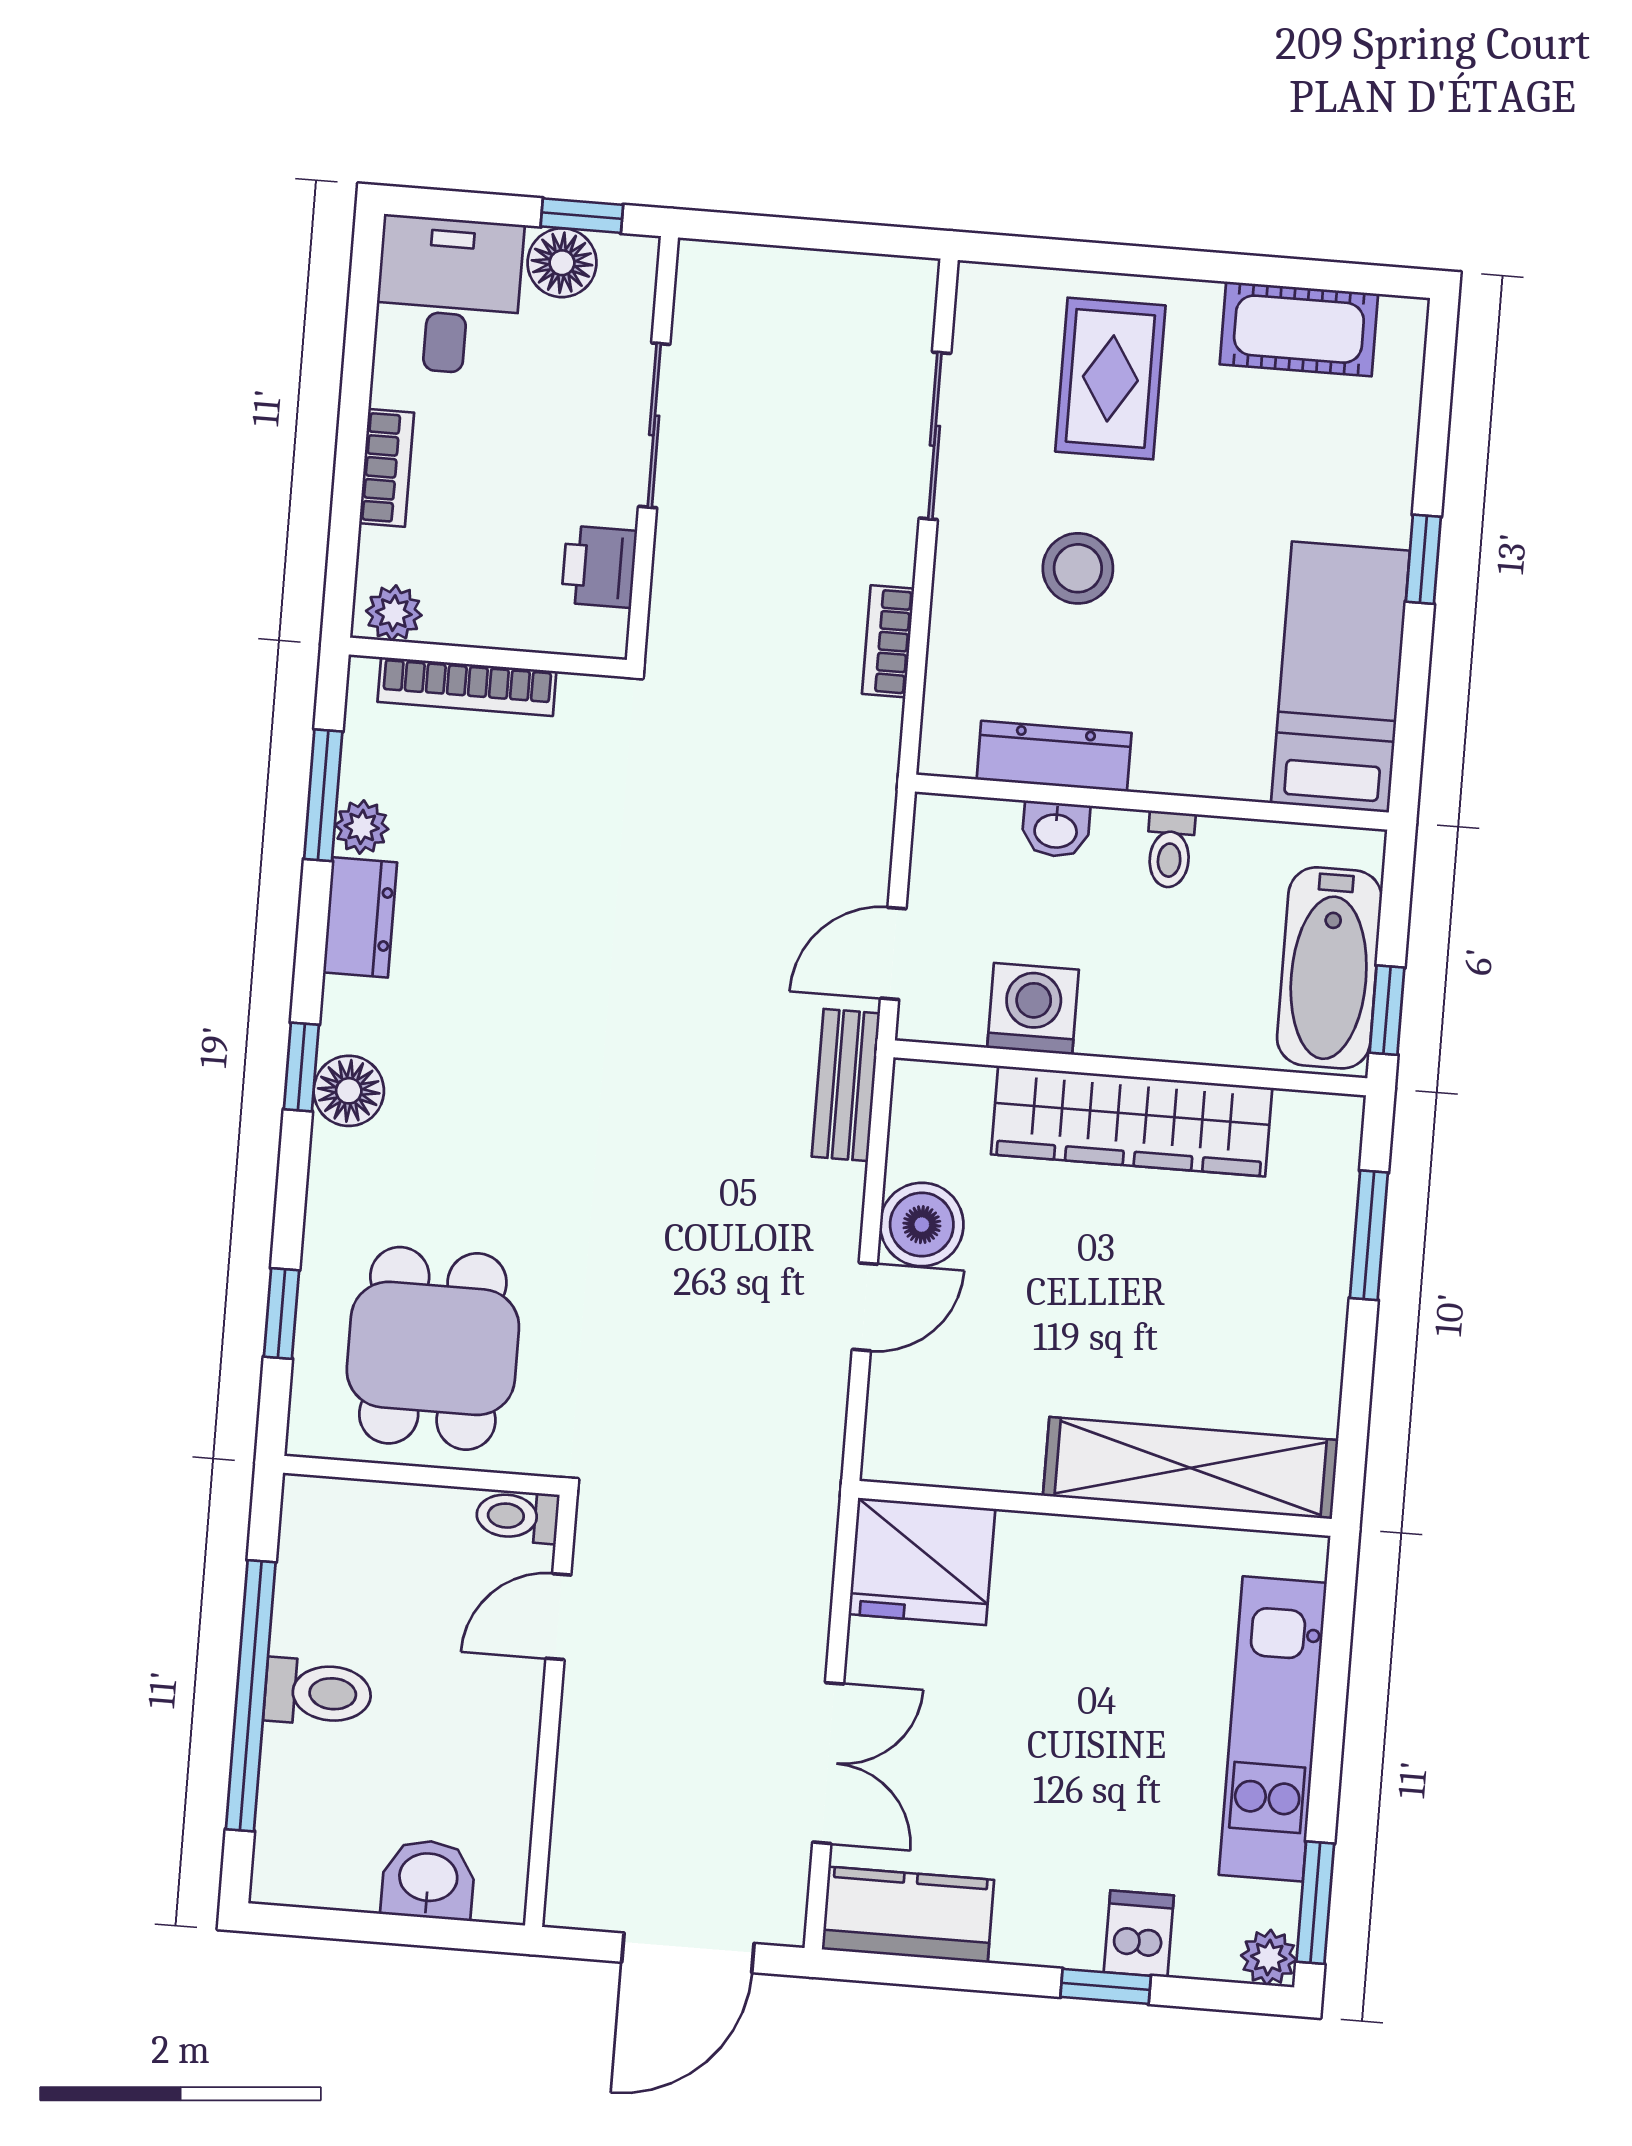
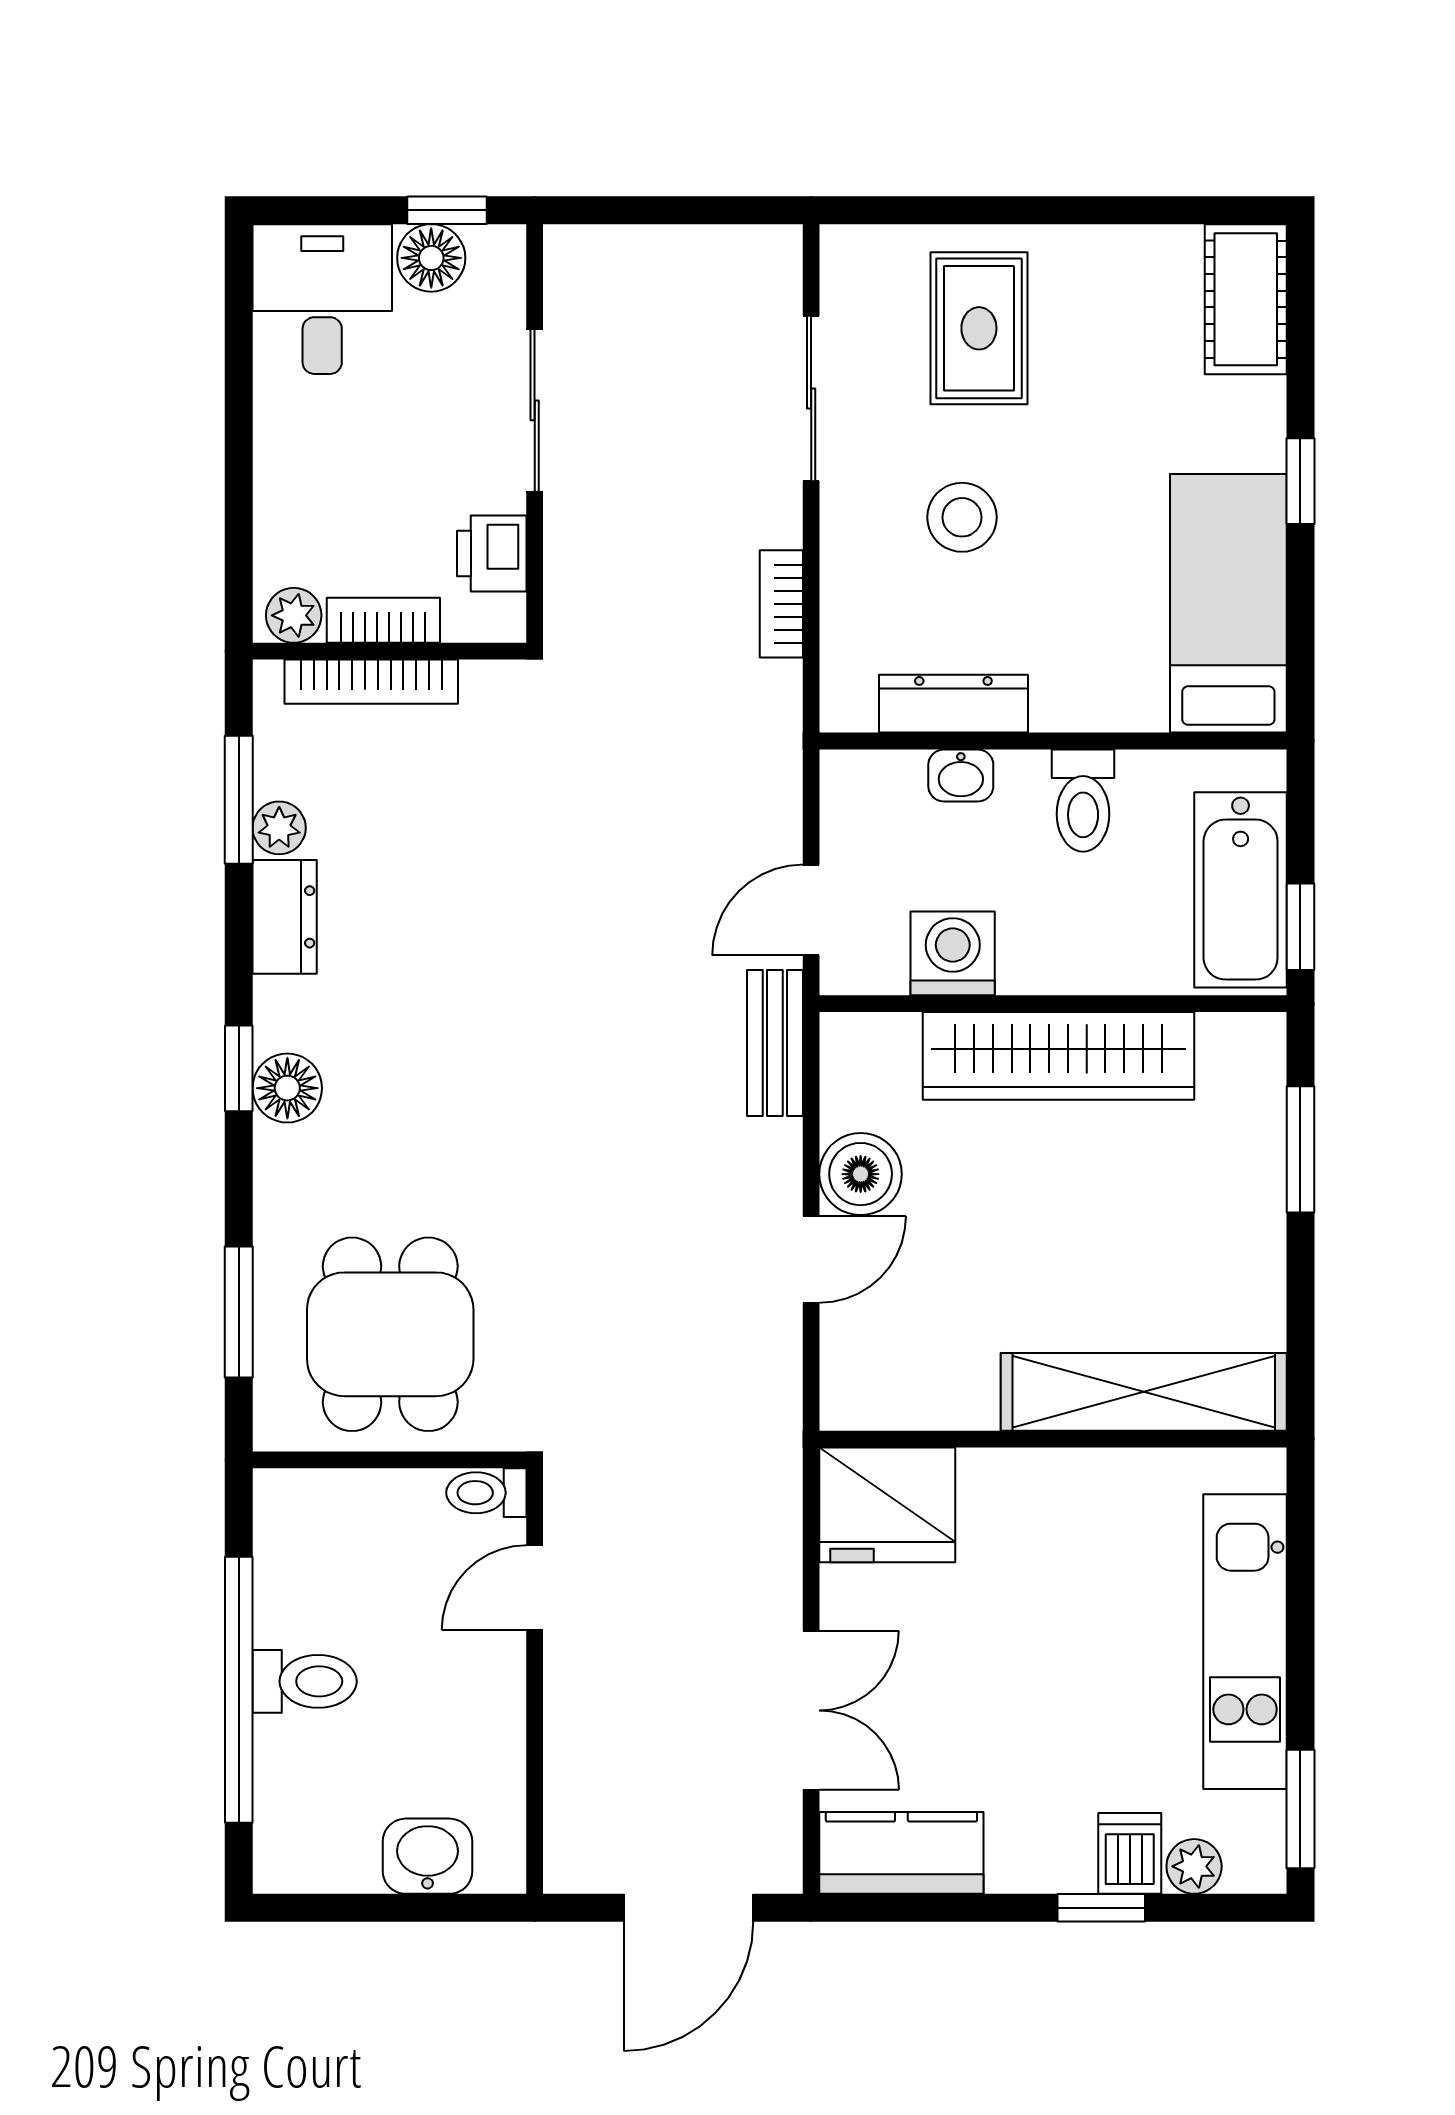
cot: (1299, 329) -> (1246, 299), moved, turned 90
bookcase: (387, 468) -> (383, 620), moved, turned -90
toilet: (1170, 850) -> (1083, 801), width x1.37, depth x1.39
window: (282, 1313) -> (239, 1312), width x1.50
plant: (1269, 1958) -> (1194, 1866), moved

